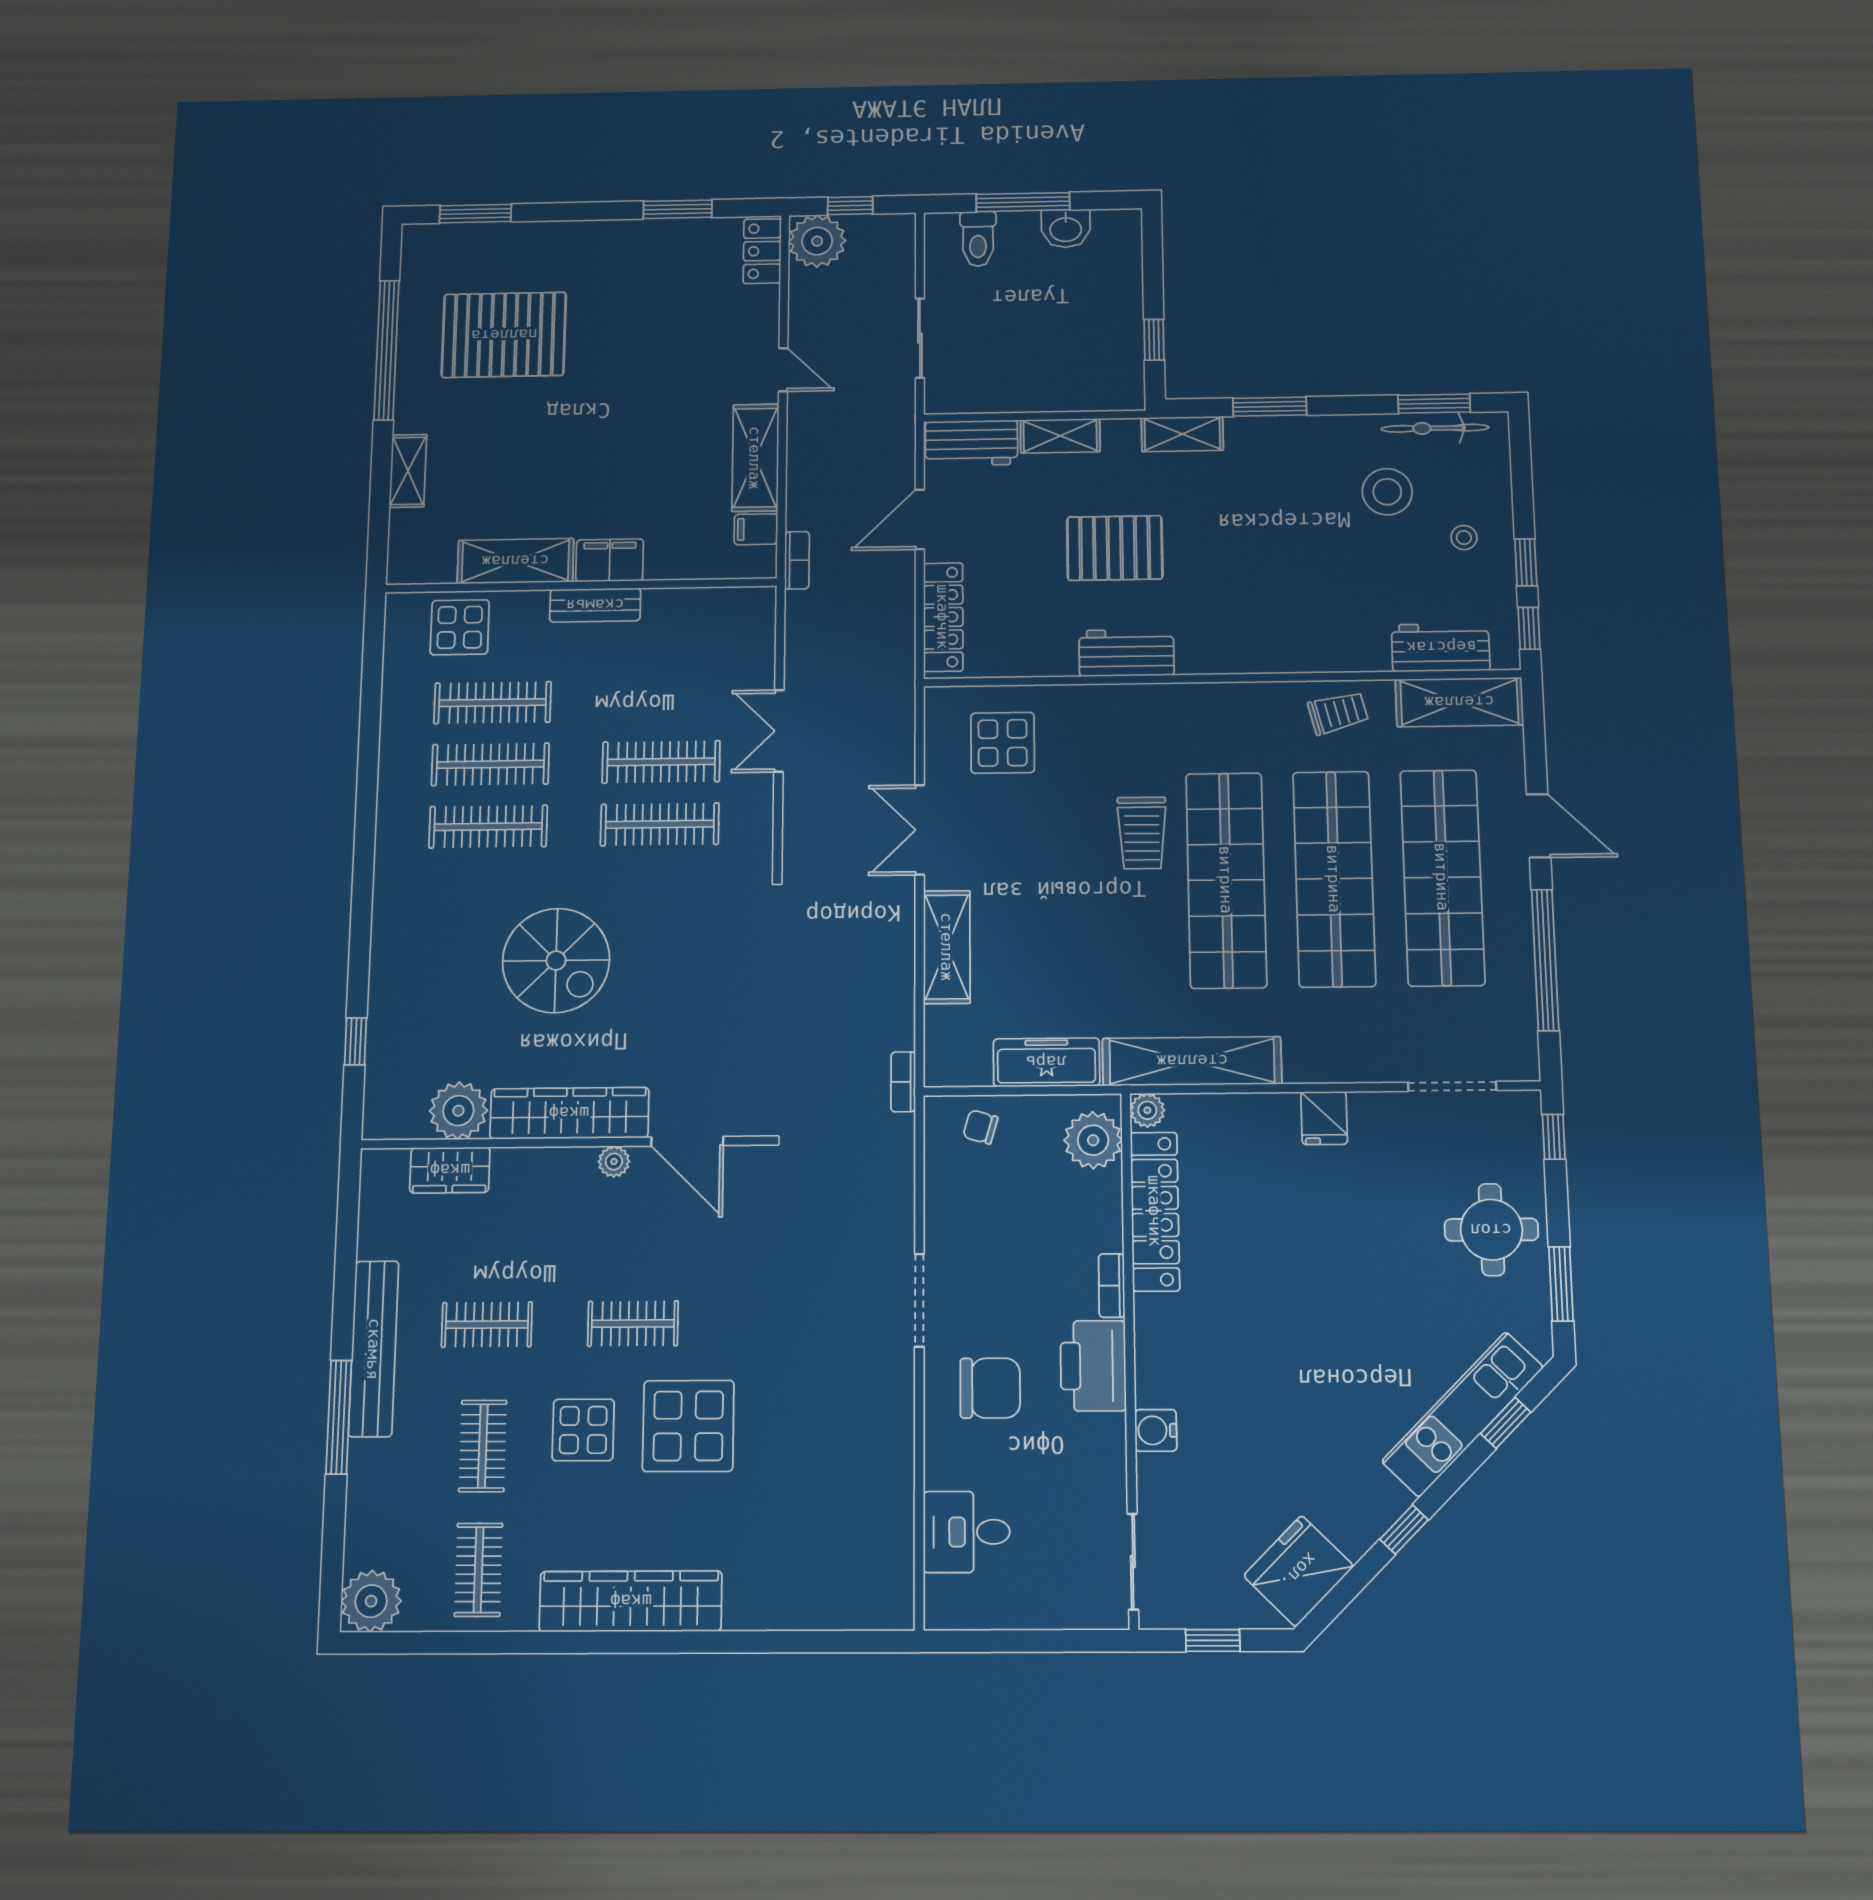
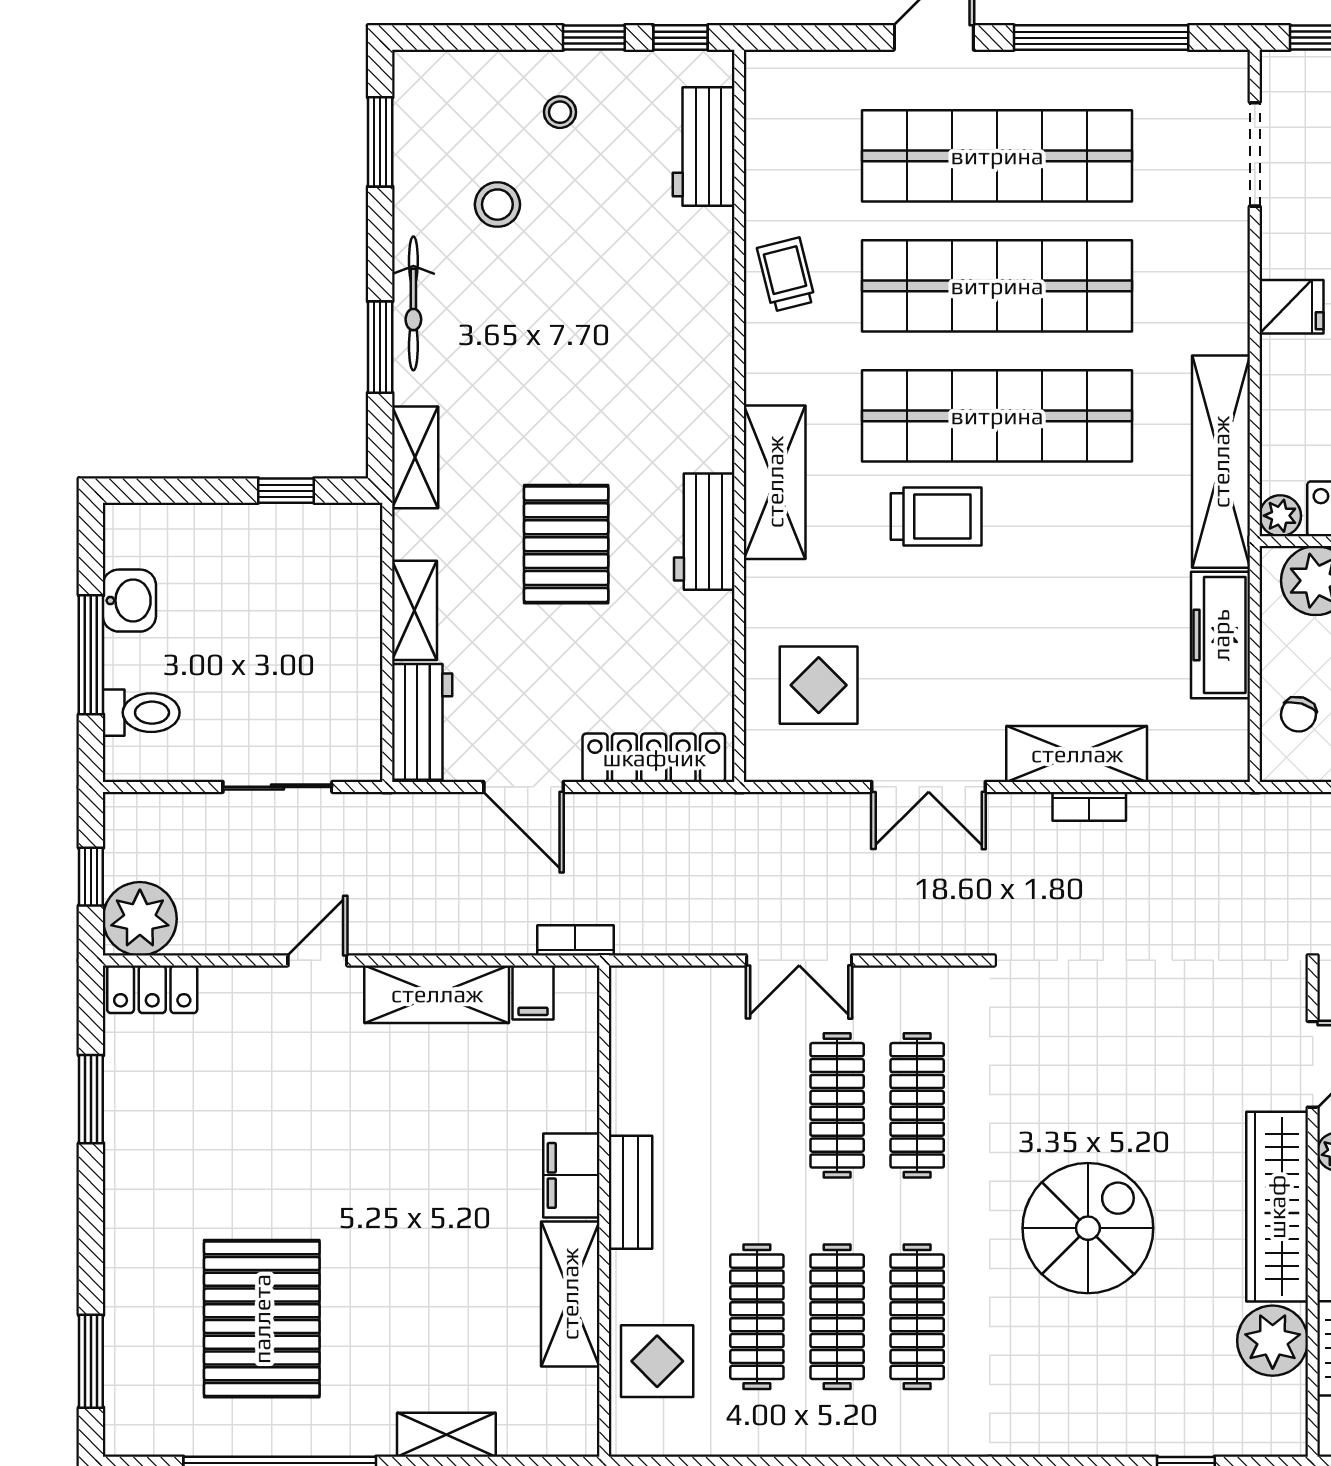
bicycle: (1435, 428) -> (413, 303), moved
stool: (1387, 492) -> (497, 205), width x0.73, depth x0.73
shelving: (1459, 702) -> (775, 482), moved
bookcase: (903, 1082) -> (1089, 806), moved

